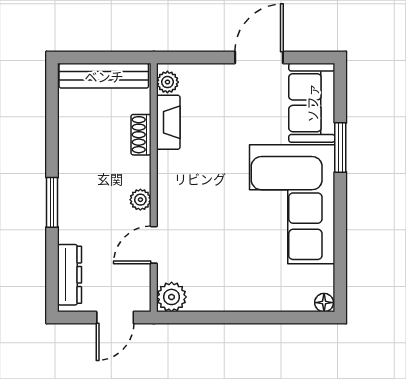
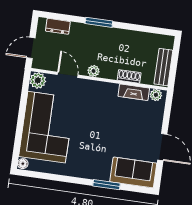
bench: (104, 76) -> (163, 67), width x0.73
corner sofa: (292, 204) -> (47, 127), moved, turned 90
dresser: (70, 275) -> (58, 26), width x0.70
door: (115, 317) -> (31, 48), hinge flipped

